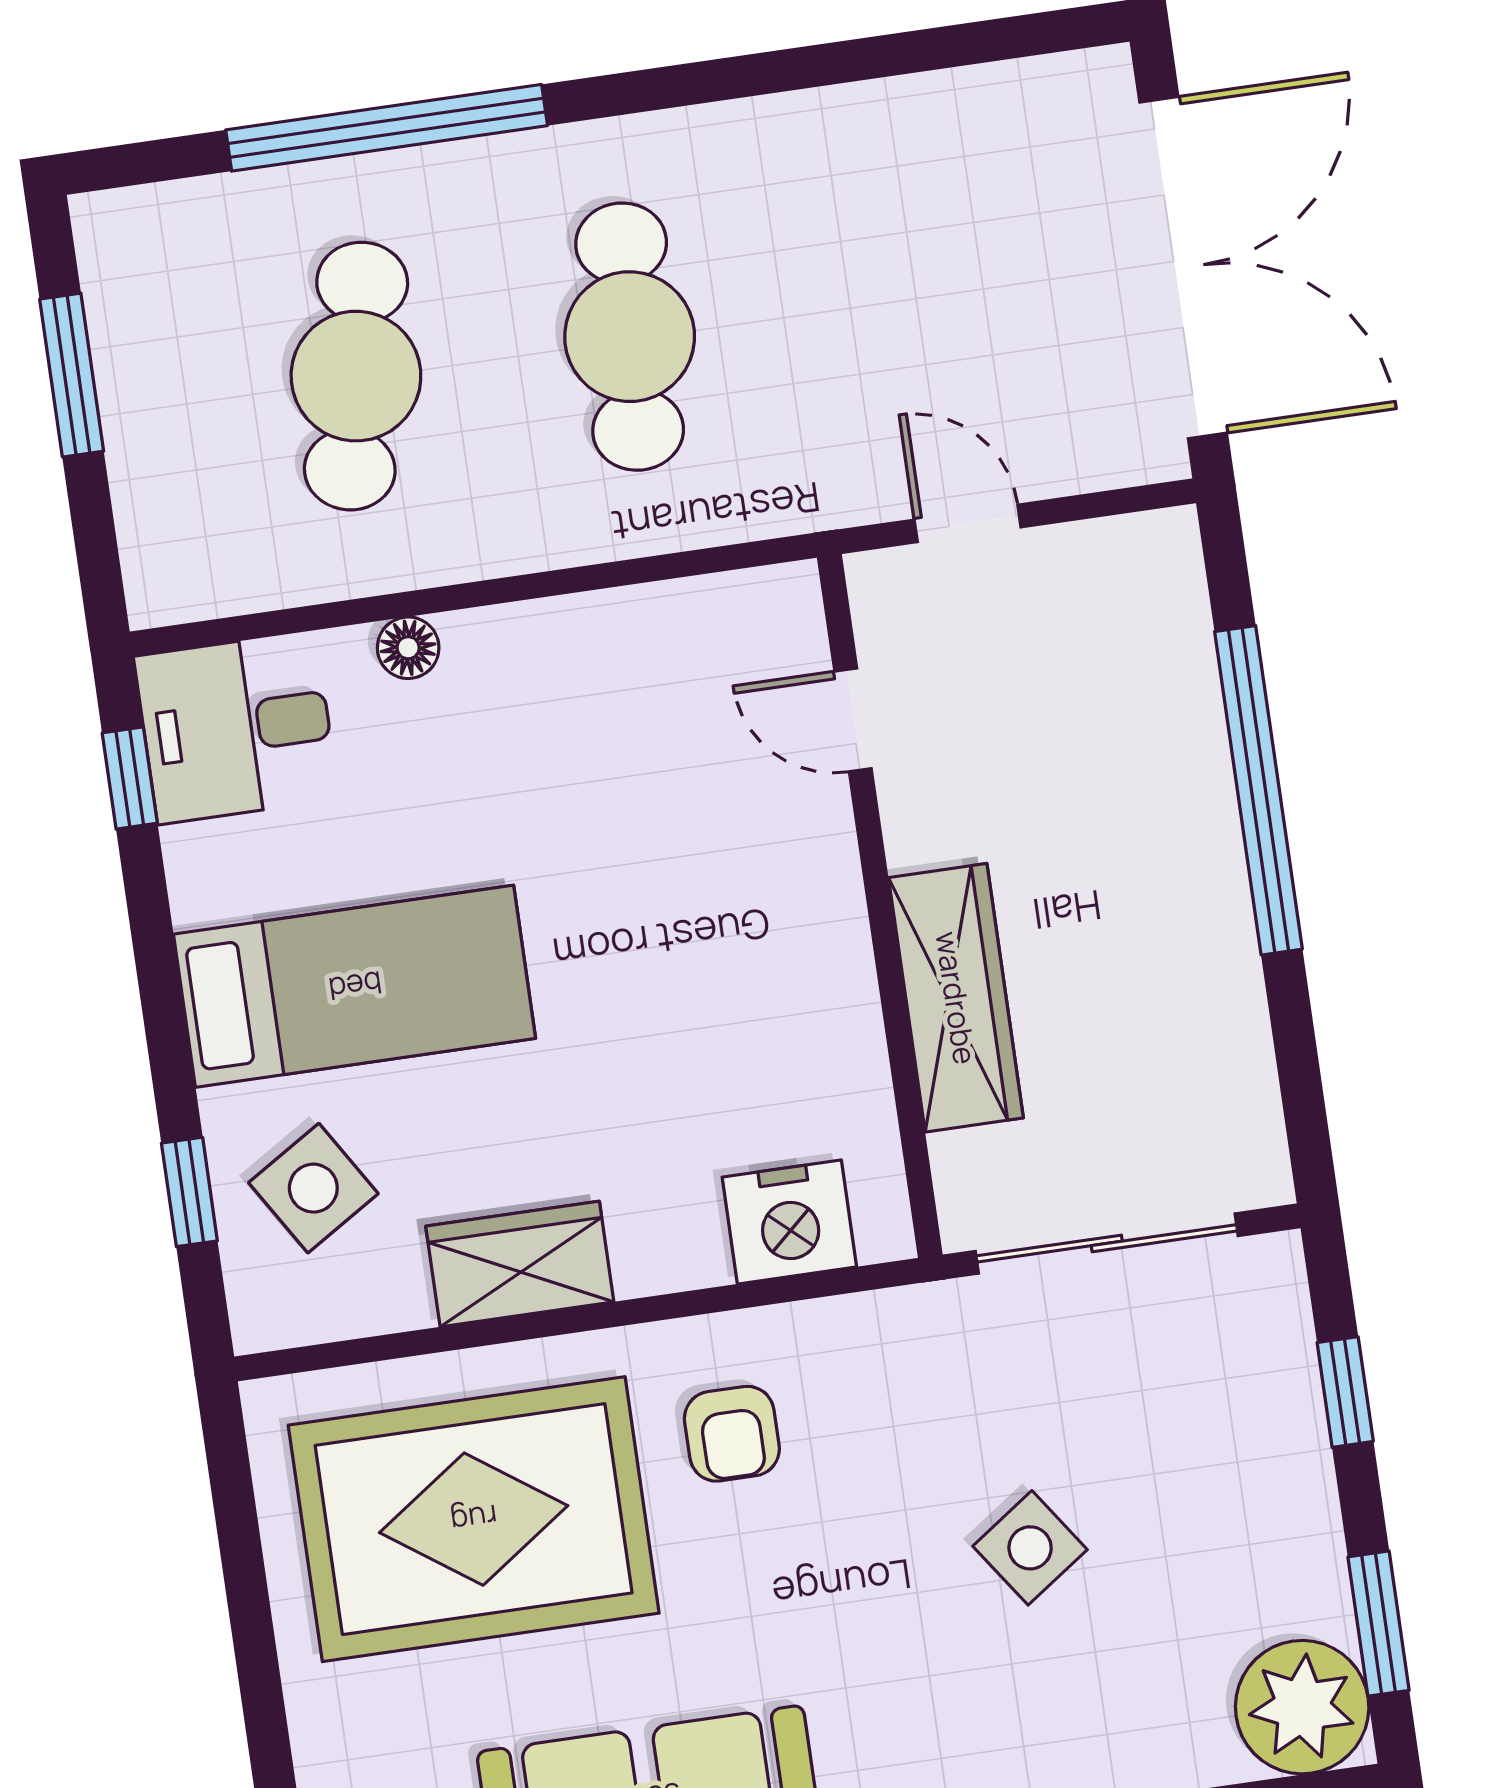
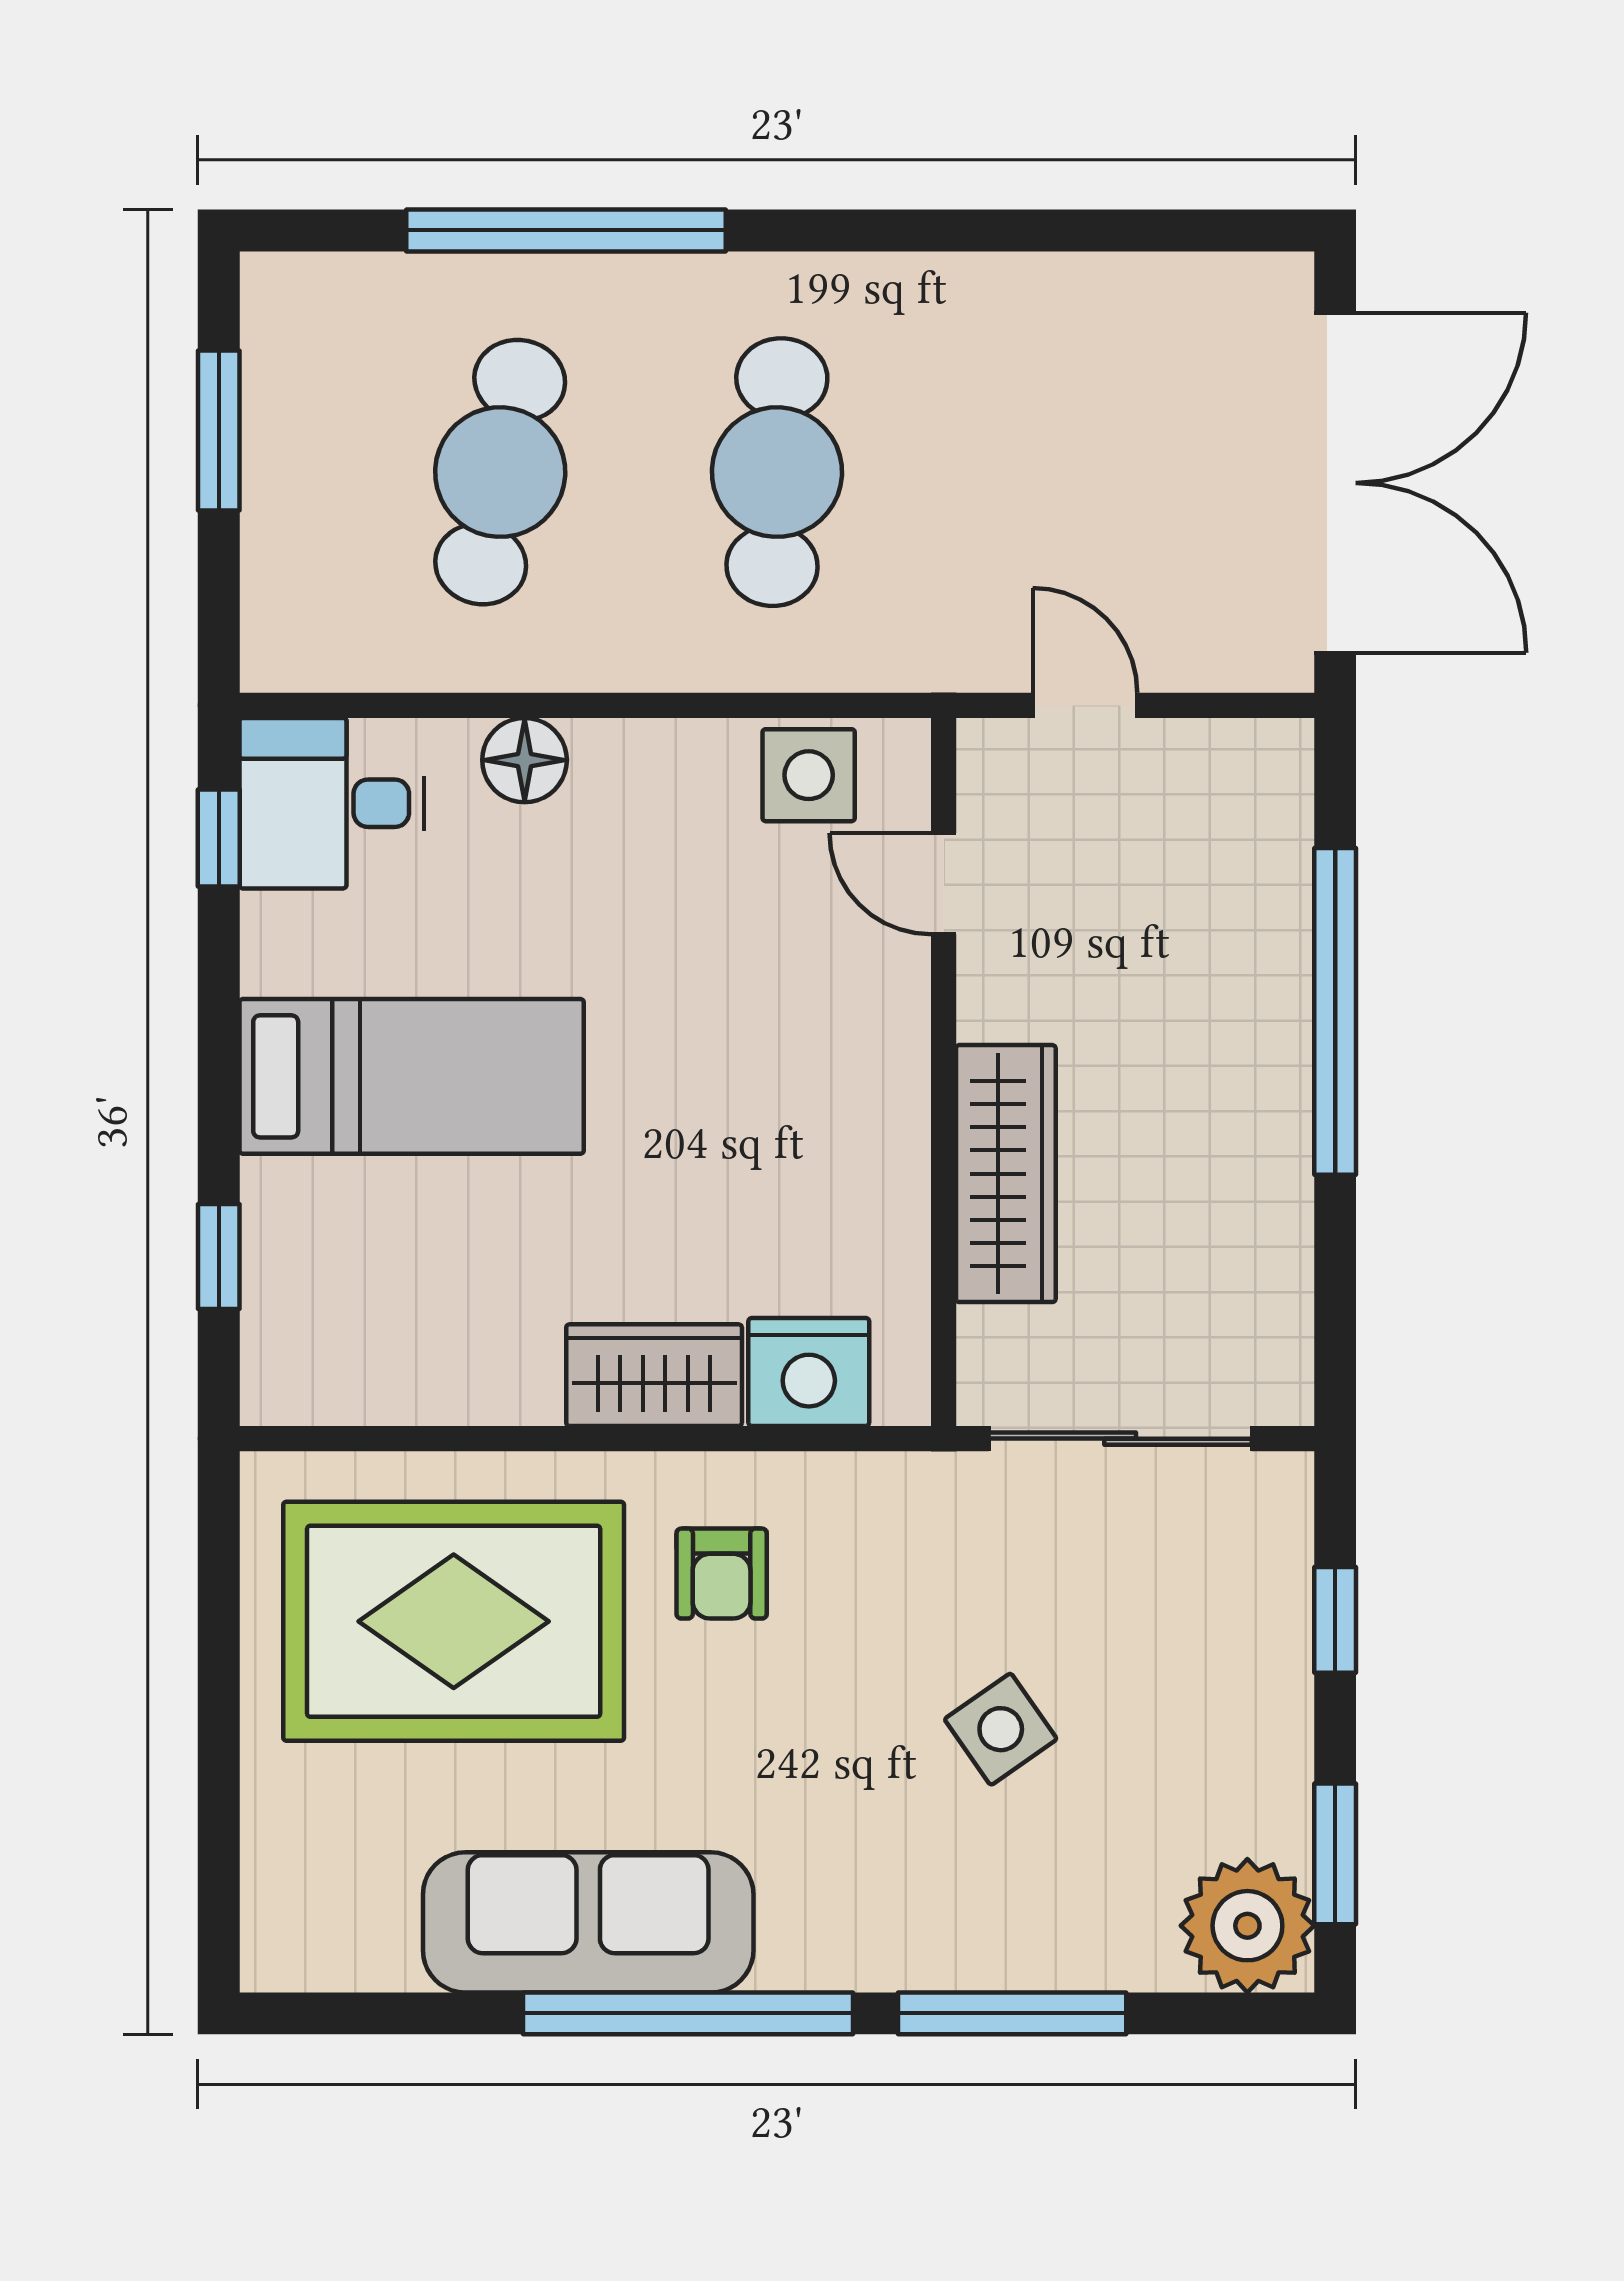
floor lamp: (408, 648) -> (525, 760), width x1.37, depth x1.37
side table: (313, 1188) -> (809, 775), moved, turned 32
wardrobe: (520, 1264) -> (654, 1375), moved

